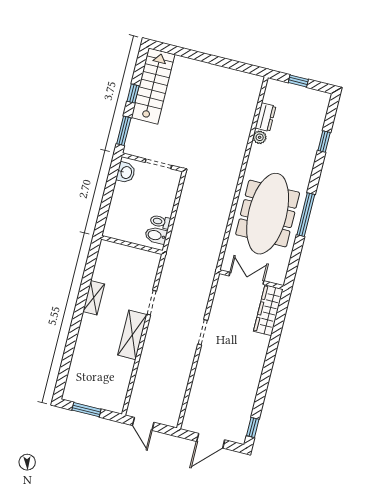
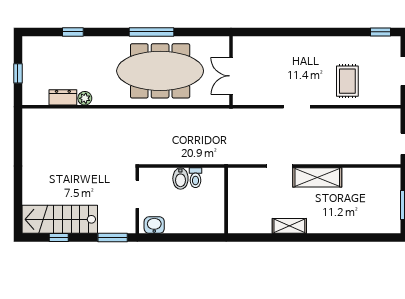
window: (133, 94) -> (59, 238), moved
bidet: (156, 235) -> (180, 179), moved
wardrobe: (268, 310) -> (258, 46), removed
rug: (215, 385) -> (347, 81), added

